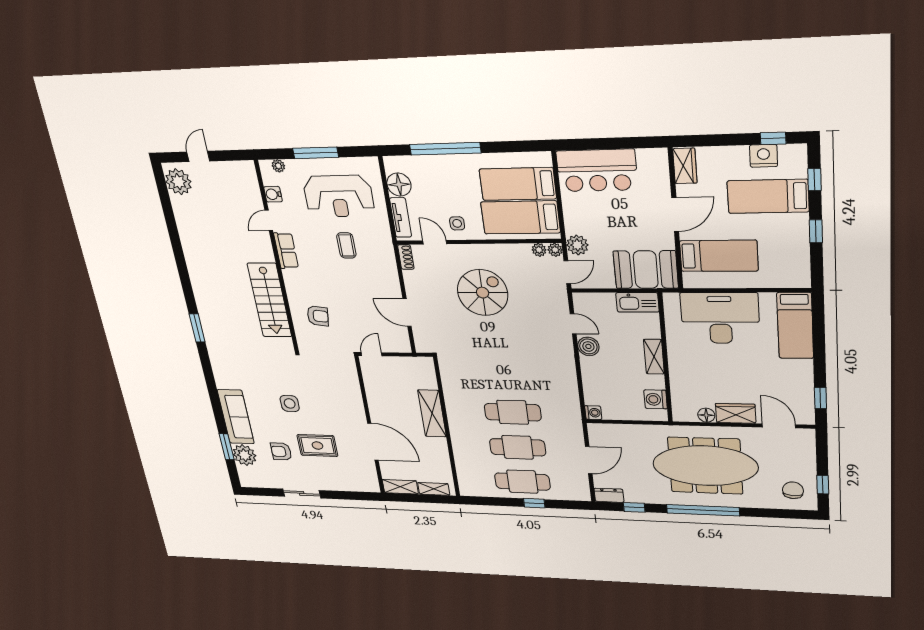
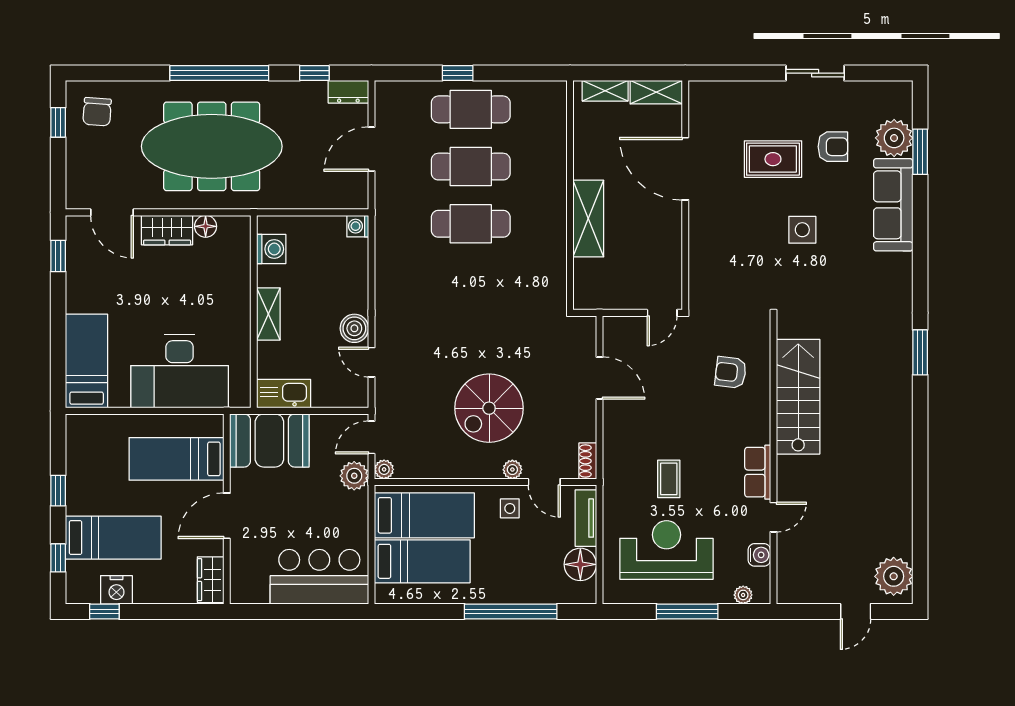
plant: (539, 250) -> (512, 470), moved

